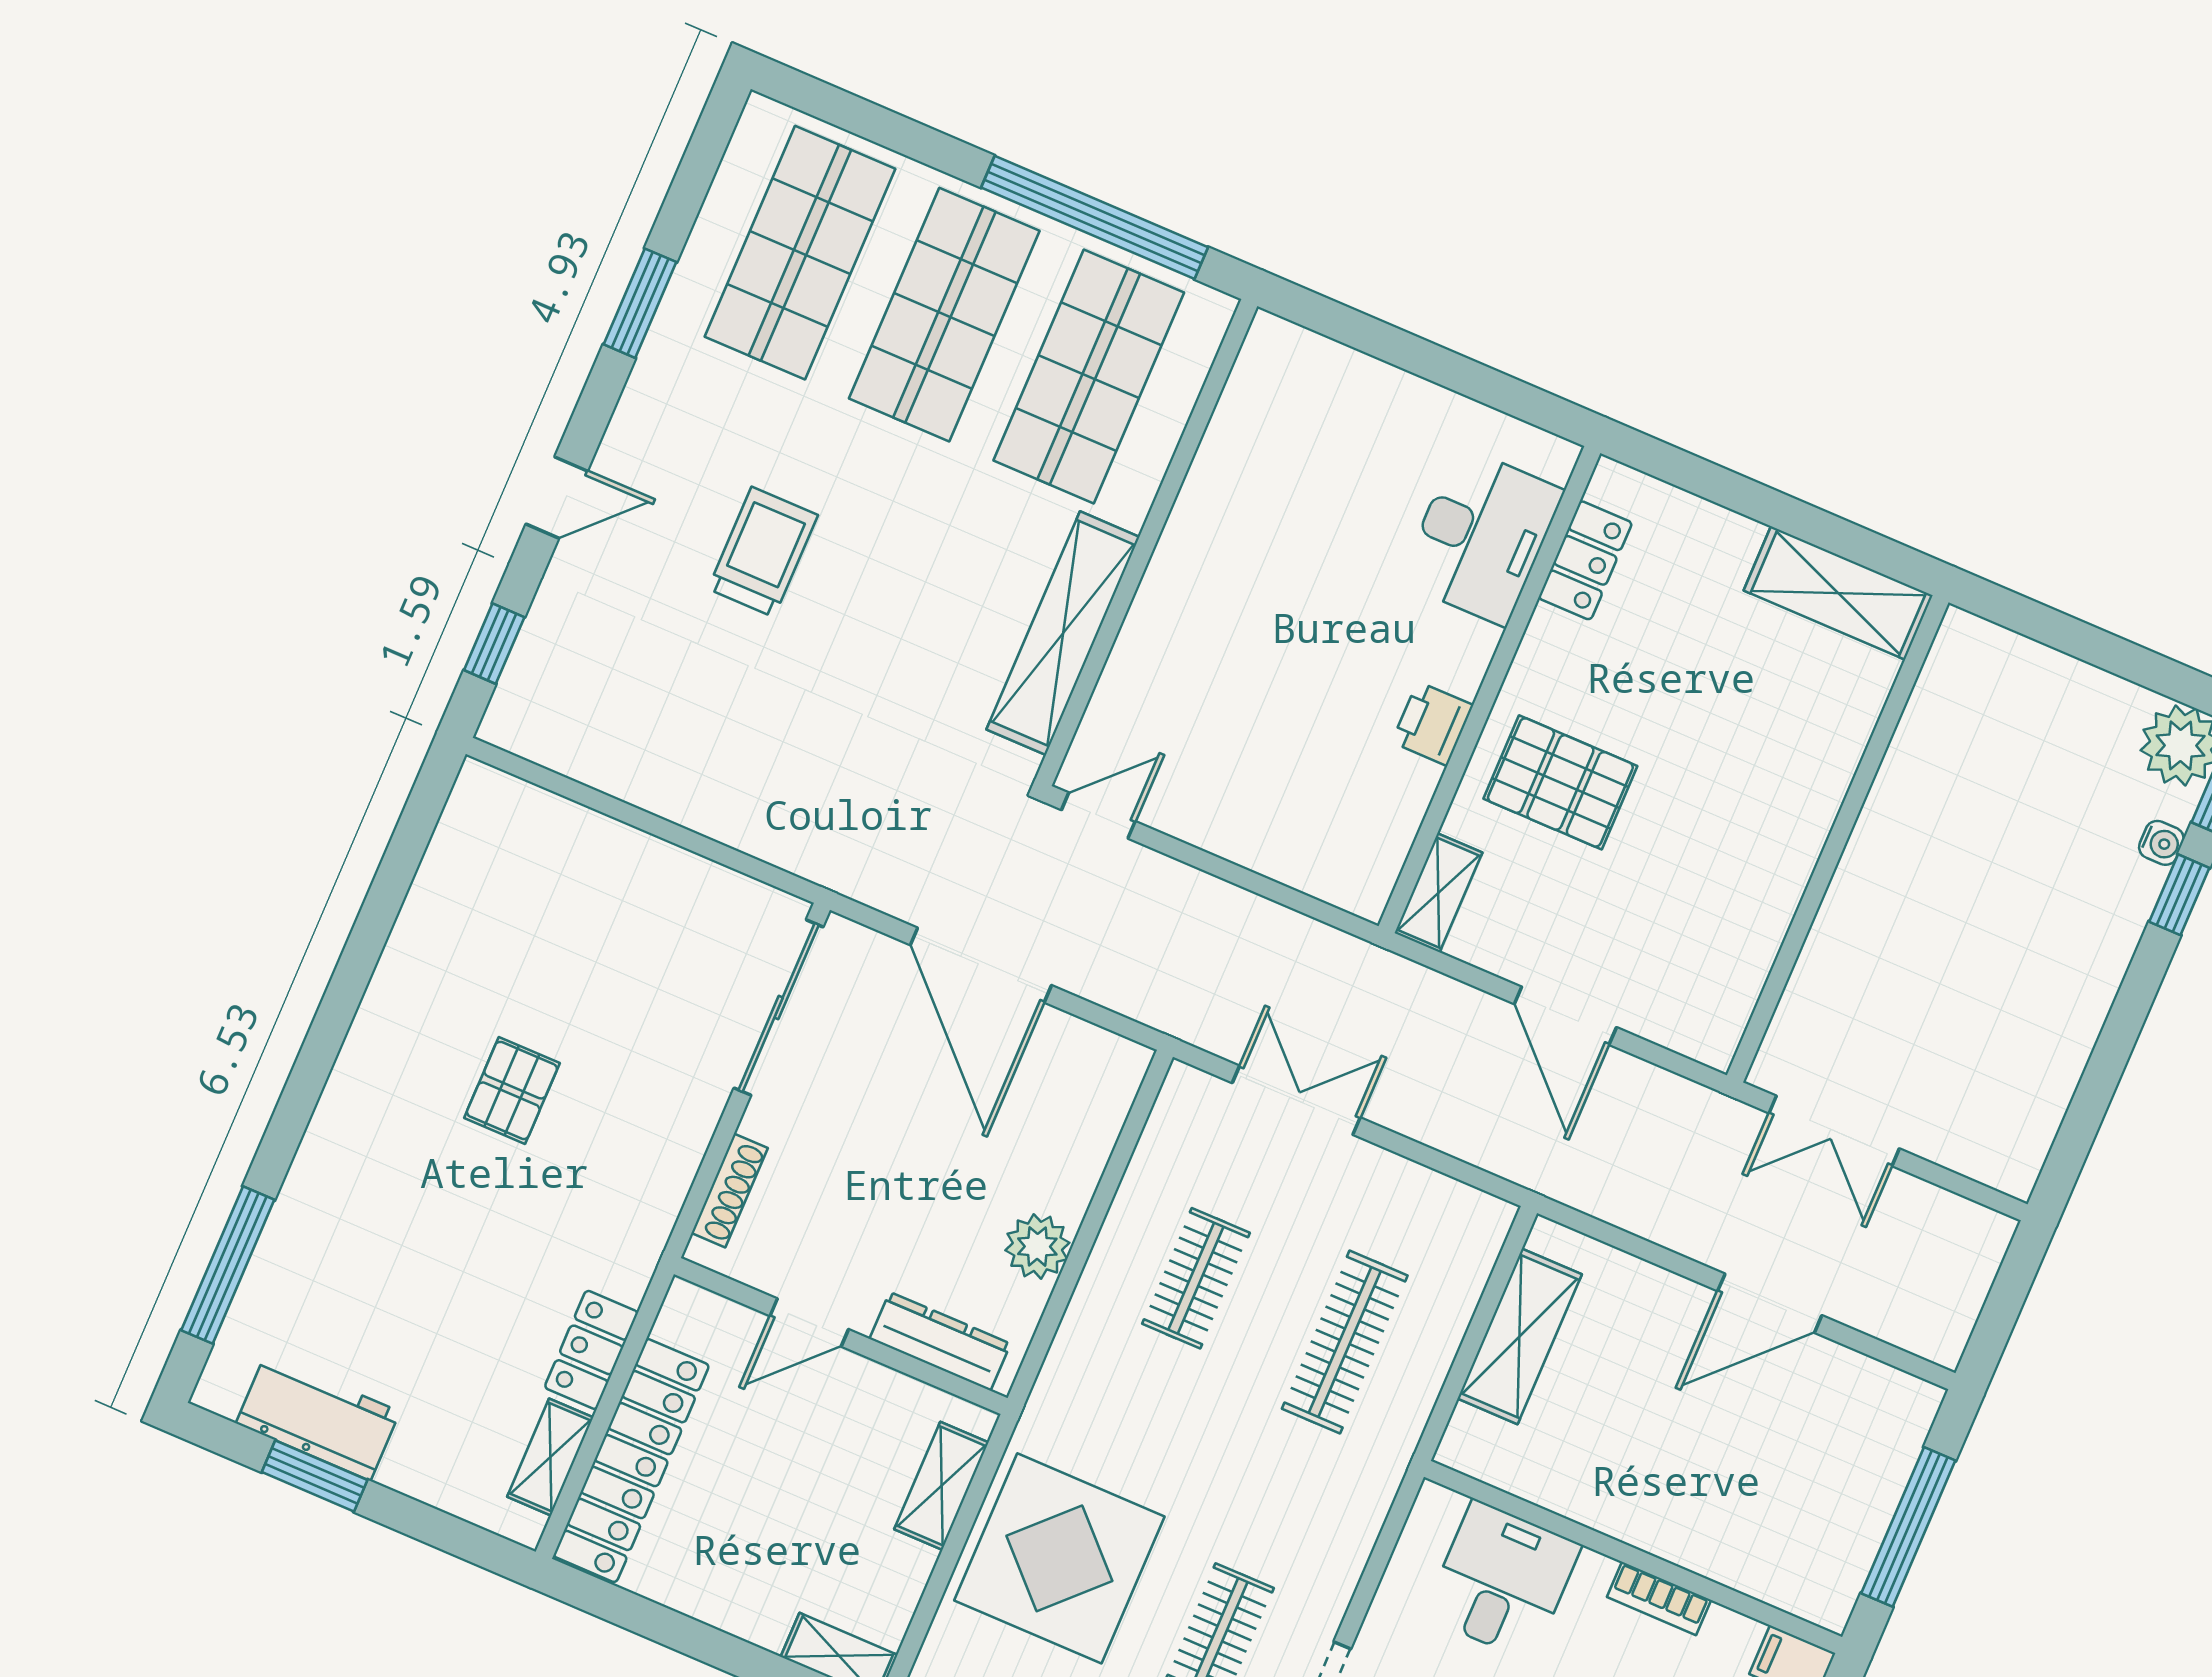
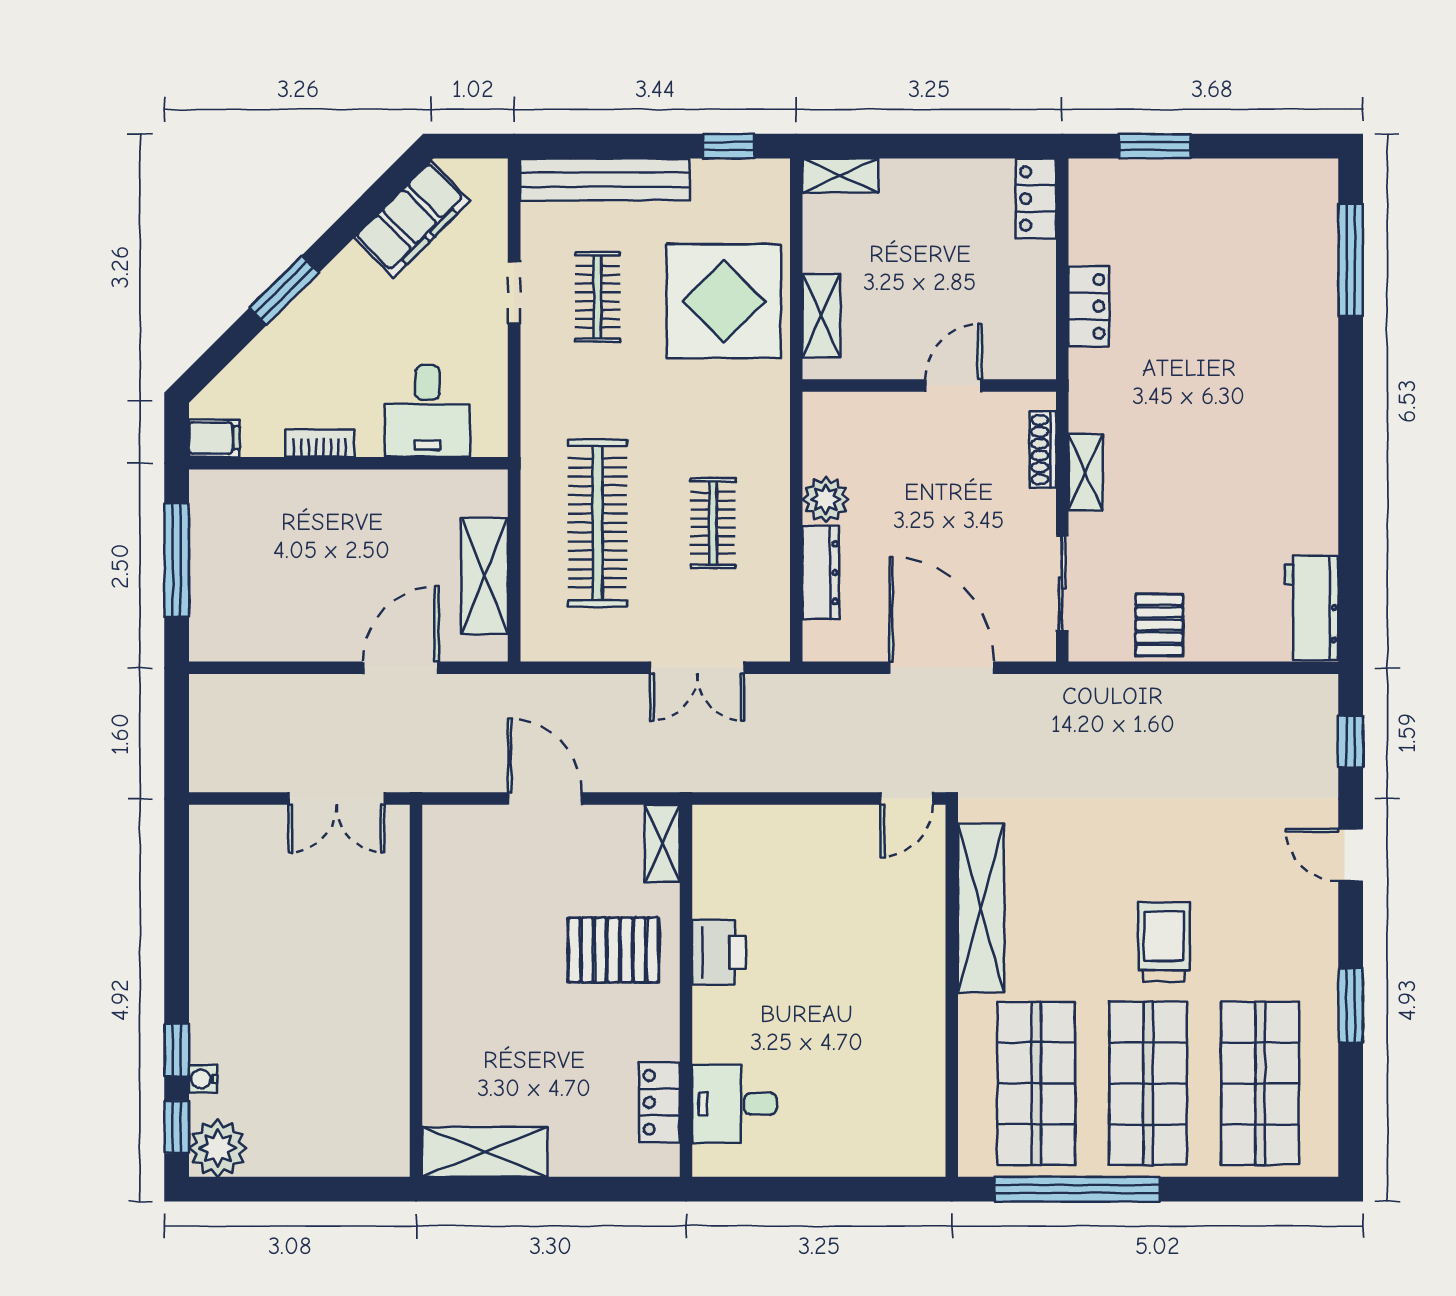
door: (557, 498) -> (1351, 855), hinge flipped
desk: (1482, 536) -> (734, 1104), width x0.73
trolley: (763, 552) -> (1164, 942), moved, turned 180
printer: (1432, 724) -> (719, 952), width x1.36, depth x1.24
sliding door: (779, 1007) -> (1062, 583), width x0.73
pallet: (512, 1090) -> (1159, 625), moved
double door: (1834, 1131) -> (336, 799), swing flipped
door: (1770, 1303) -> (401, 668), moved
dresser: (940, 1341) -> (821, 573), moved, turned -90
clothes rail: (1345, 1342) -> (598, 523), width x1.37, depth x1.31
workbench: (318, 1417) -> (1311, 608), moved, turned 90
shelving: (550, 1457) -> (1086, 472), moved
locker: (631, 1461) -> (1036, 199), width x0.46, depth x0.83
window: (315, 1476) -> (1155, 146), moved

